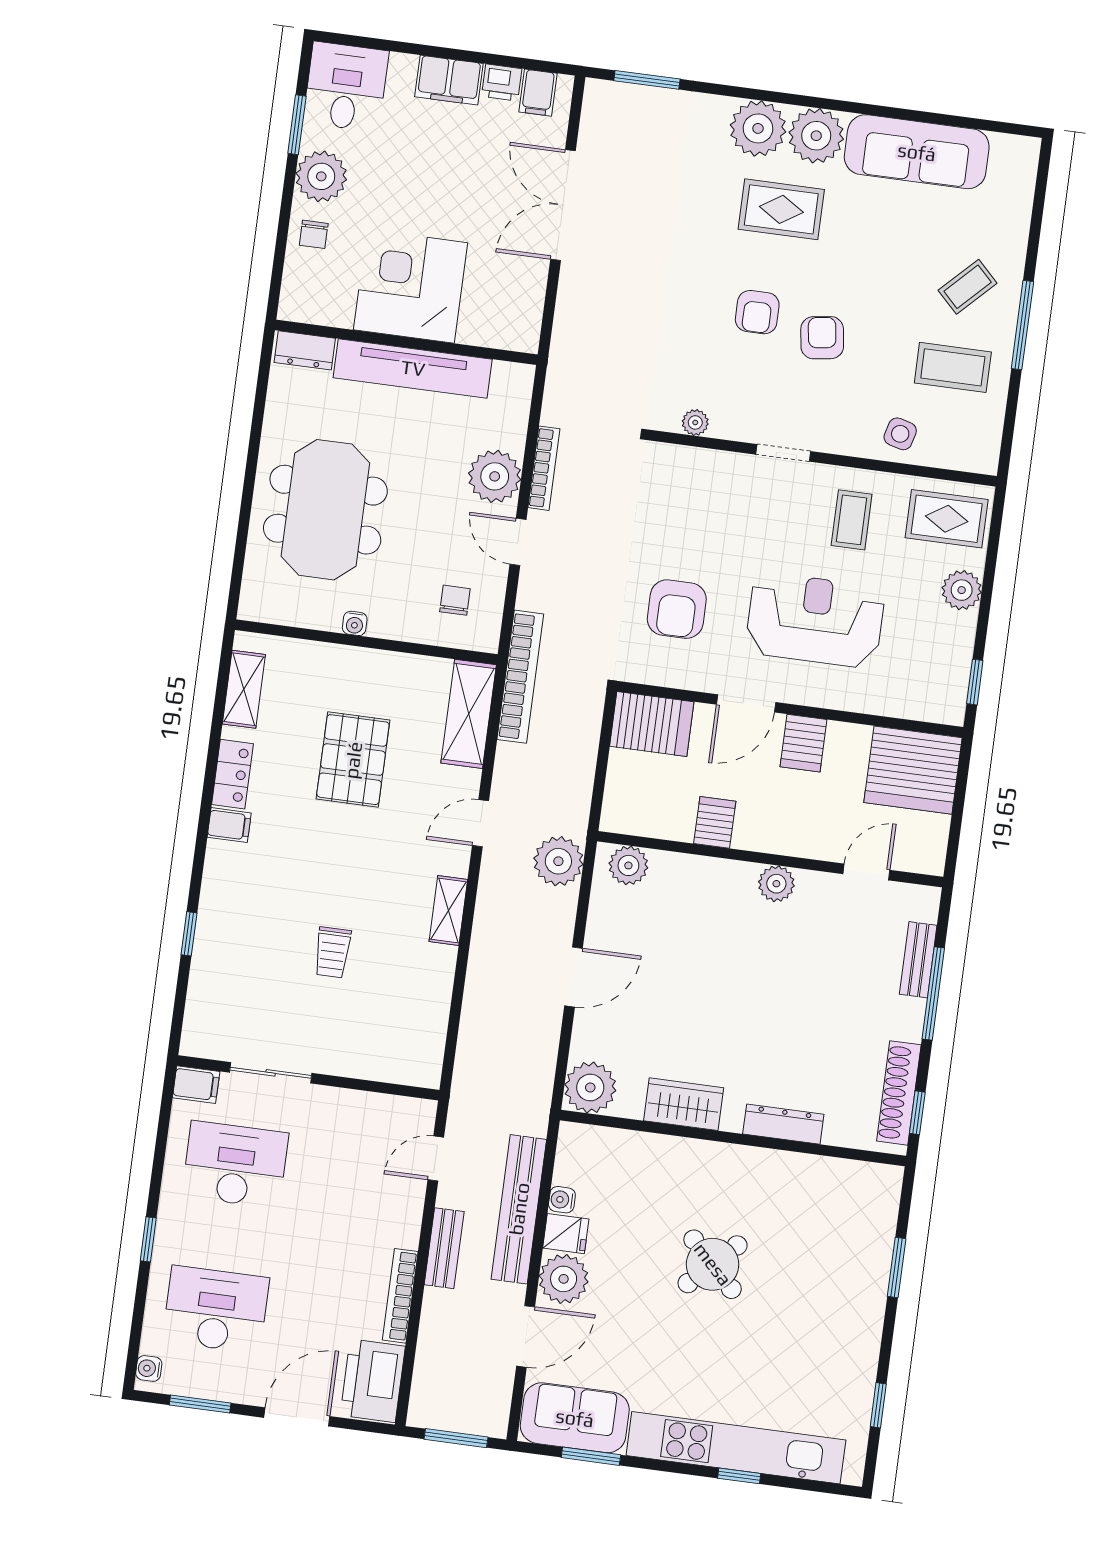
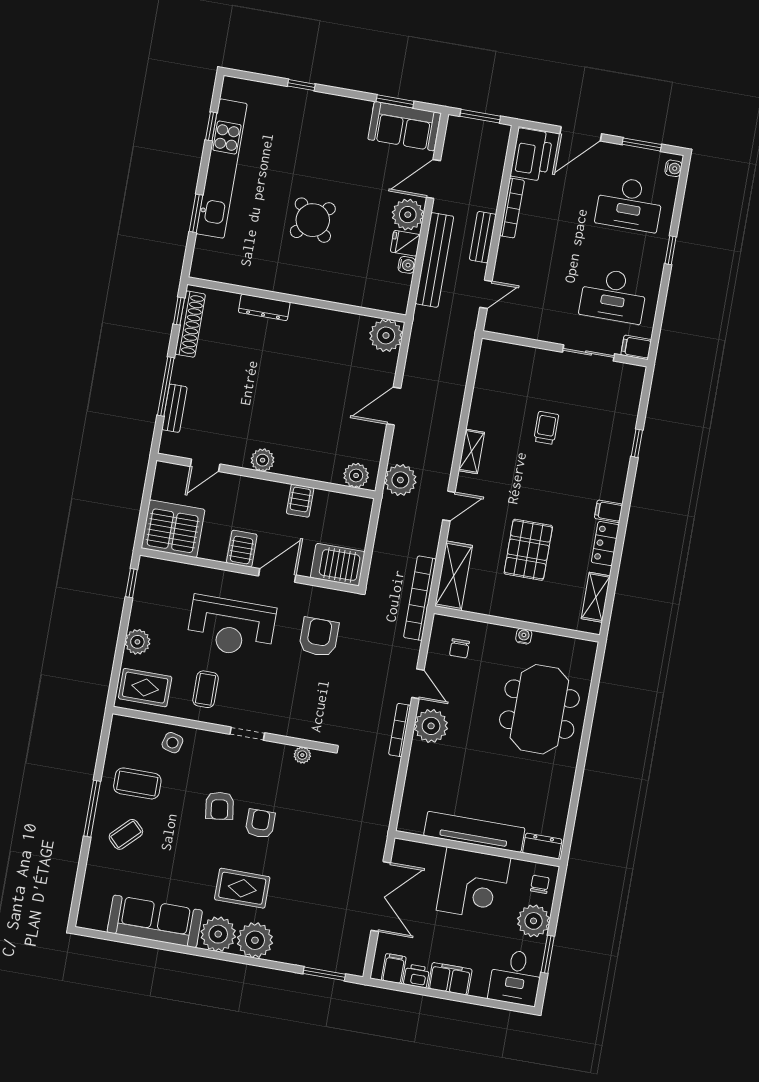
corner desk: (411, 286) -> (473, 884), moved
wall: (406, 342) -> (478, 849), moved
dresser: (305, 350) -> (542, 846), moved
tv unit: (413, 368) -> (474, 832), moved
wardrobe: (684, 1104) -> (327, 322), removed
kitchen unit: (736, 1448) -> (222, 169), moved, turned -90

